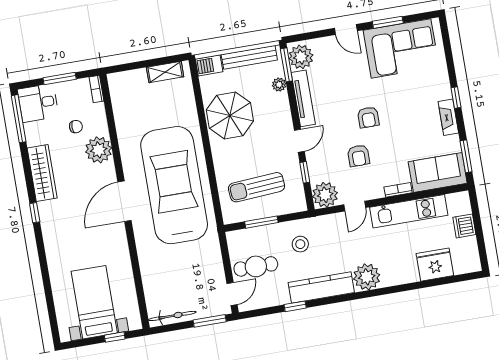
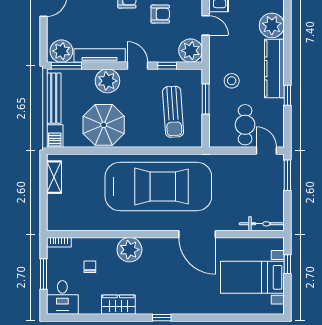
plant: (279, 85) -> (107, 81), moved, width x1.88, depth x1.88
window: (19, 119) -> (74, 318), removed
plant: (99, 150) -> (129, 250), moved
wardrobe: (42, 173) -> (118, 305), width x0.67
car: (174, 185) -> (158, 186), turned 180
door: (124, 201) -> (197, 234), moved
window: (261, 222) -> (206, 99), moved
bicycle: (172, 316) -> (262, 224), moved, turned 90

